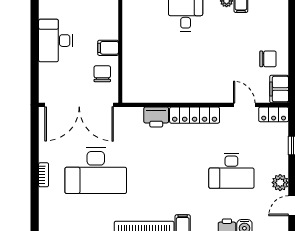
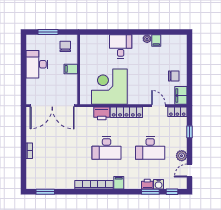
chair: (102, 74) -> (65, 46), moved
corner desk: (168, 75) -> (109, 87), added
desk: (96, 171) -> (107, 148), moved, width x0.73, depth x0.77

